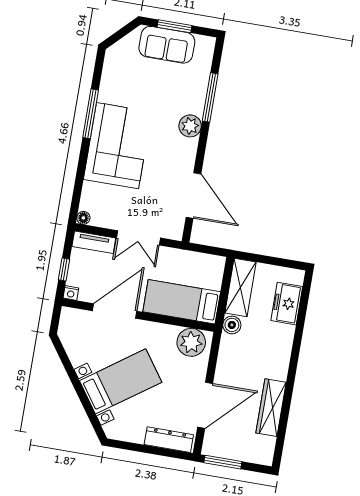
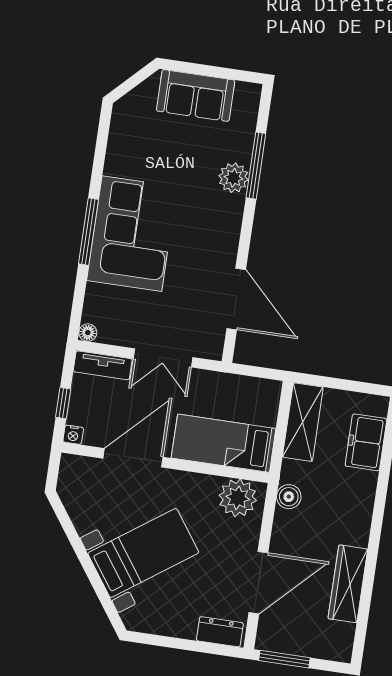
window: (175, 26) -> (205, 70), removed
window: (91, 114) -> (88, 232), moved
plant: (190, 126) -> (234, 178), moved
boiler: (232, 325) -> (289, 497), moved
dresser: (169, 440) -> (220, 632), width x0.70

